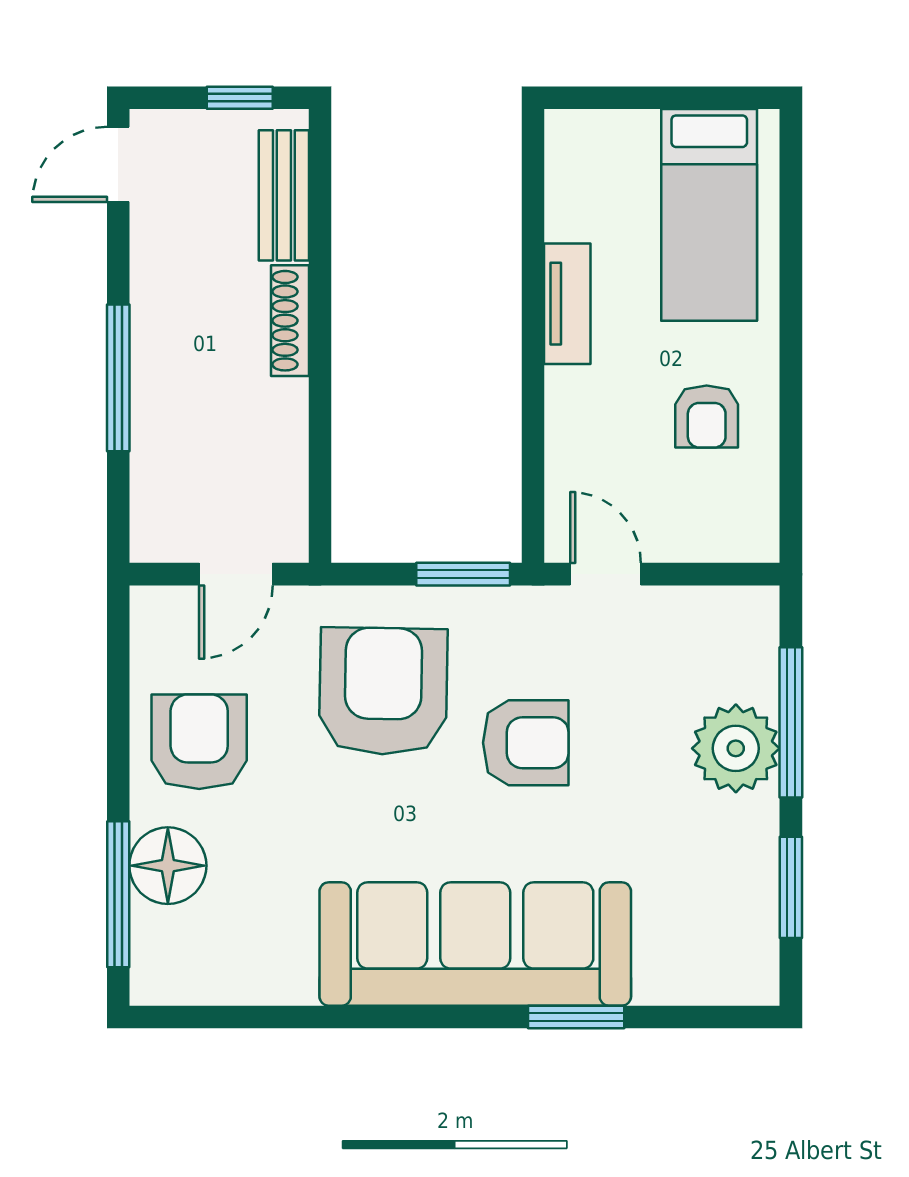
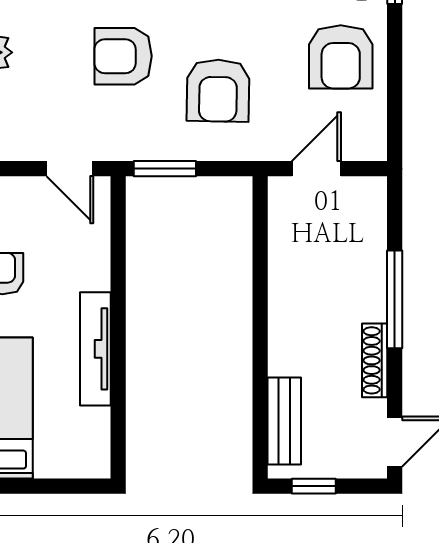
tv unit: (567, 304) -> (95, 349), width x1.41
shoe rack: (290, 321) -> (375, 360), moved, turned 180
armchair: (383, 691) -> (218, 91), width x0.73, depth x0.73

